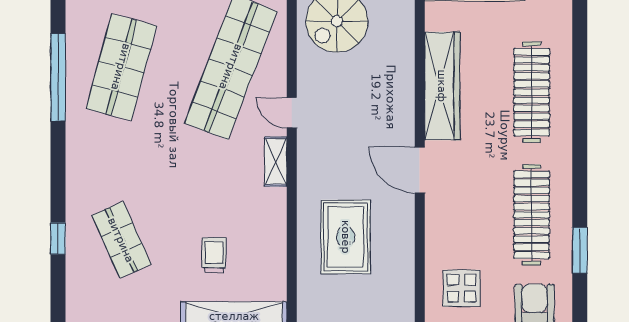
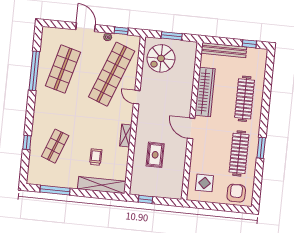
shelving: (276, 162) -> (126, 135), moved
rug: (346, 237) -> (155, 155), width x0.73, depth x0.70
shop shelf: (121, 240) -> (55, 146), turned 45
window: (580, 250) -> (261, 148), moved

